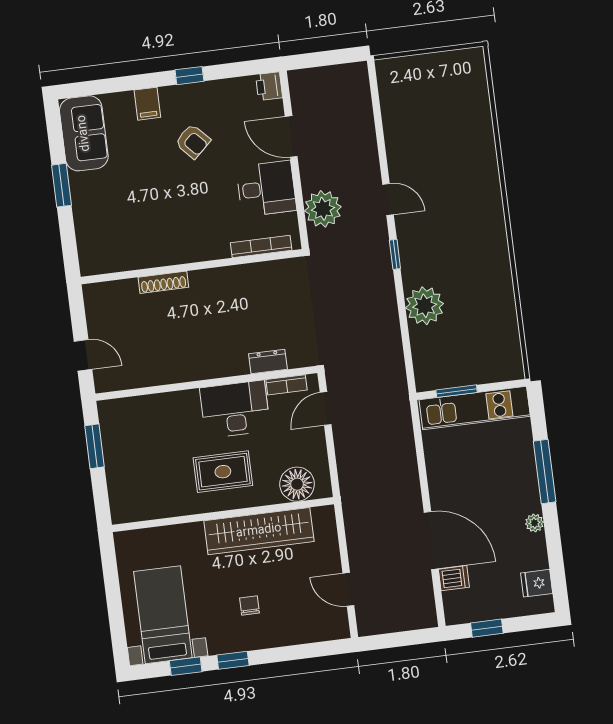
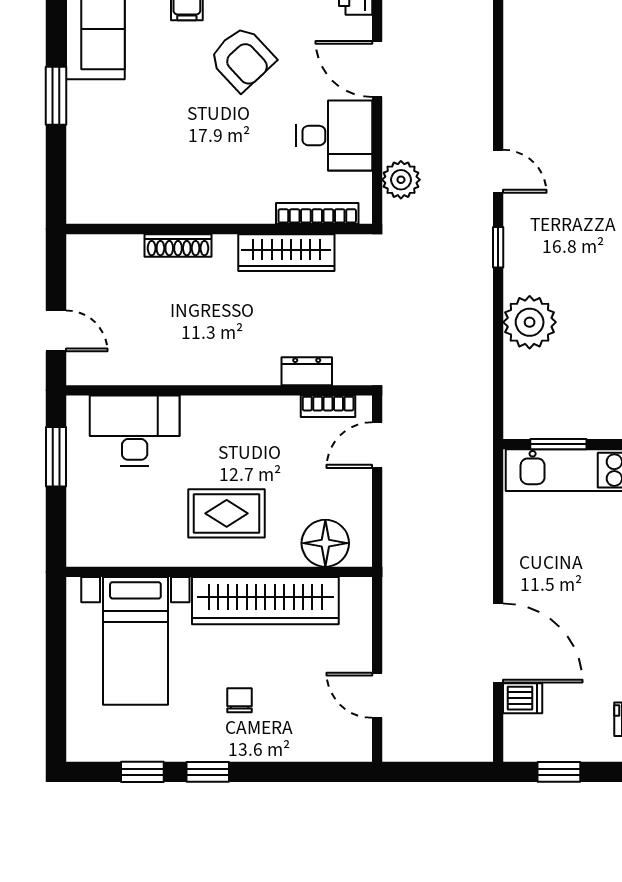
armchair: (193, 141) -> (242, 59), width x1.38, depth x1.38
plant: (323, 209) -> (401, 180), width x0.73, depth x0.73
wardrobe: (242, 278) -> (286, 253), added
desk: (235, 409) -> (135, 430), moved
bed with nightstands: (163, 615) -> (135, 641), moved, turned 180

